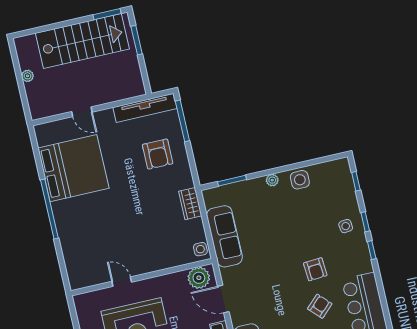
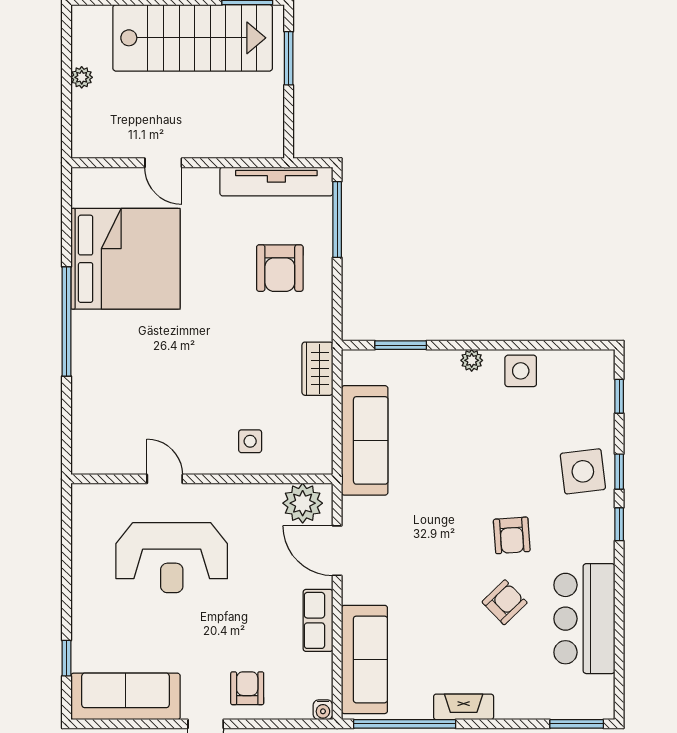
side table: (346, 226) -> (583, 471), width x1.87, depth x1.87
side table: (200, 249) -> (250, 441), moved

